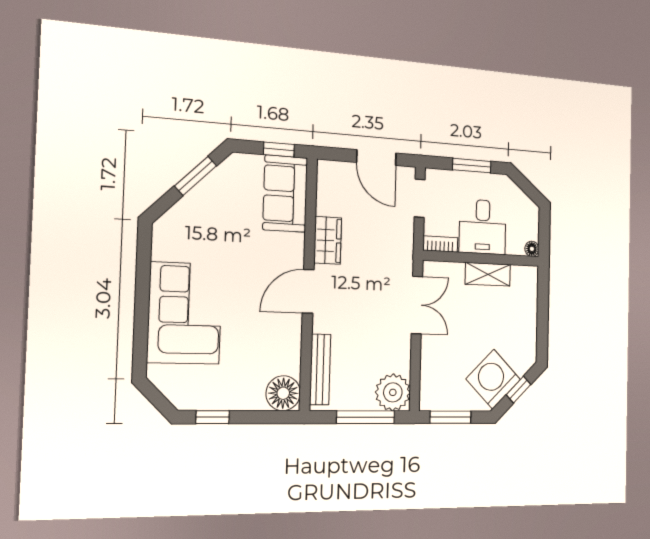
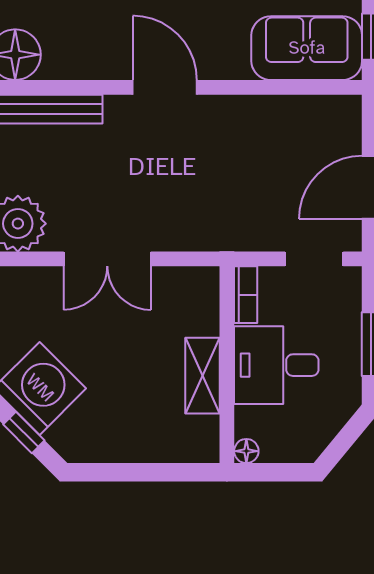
wardrobe: (328, 240) -> (242, 115), removed
double door: (417, 305) -> (107, 259), moved

